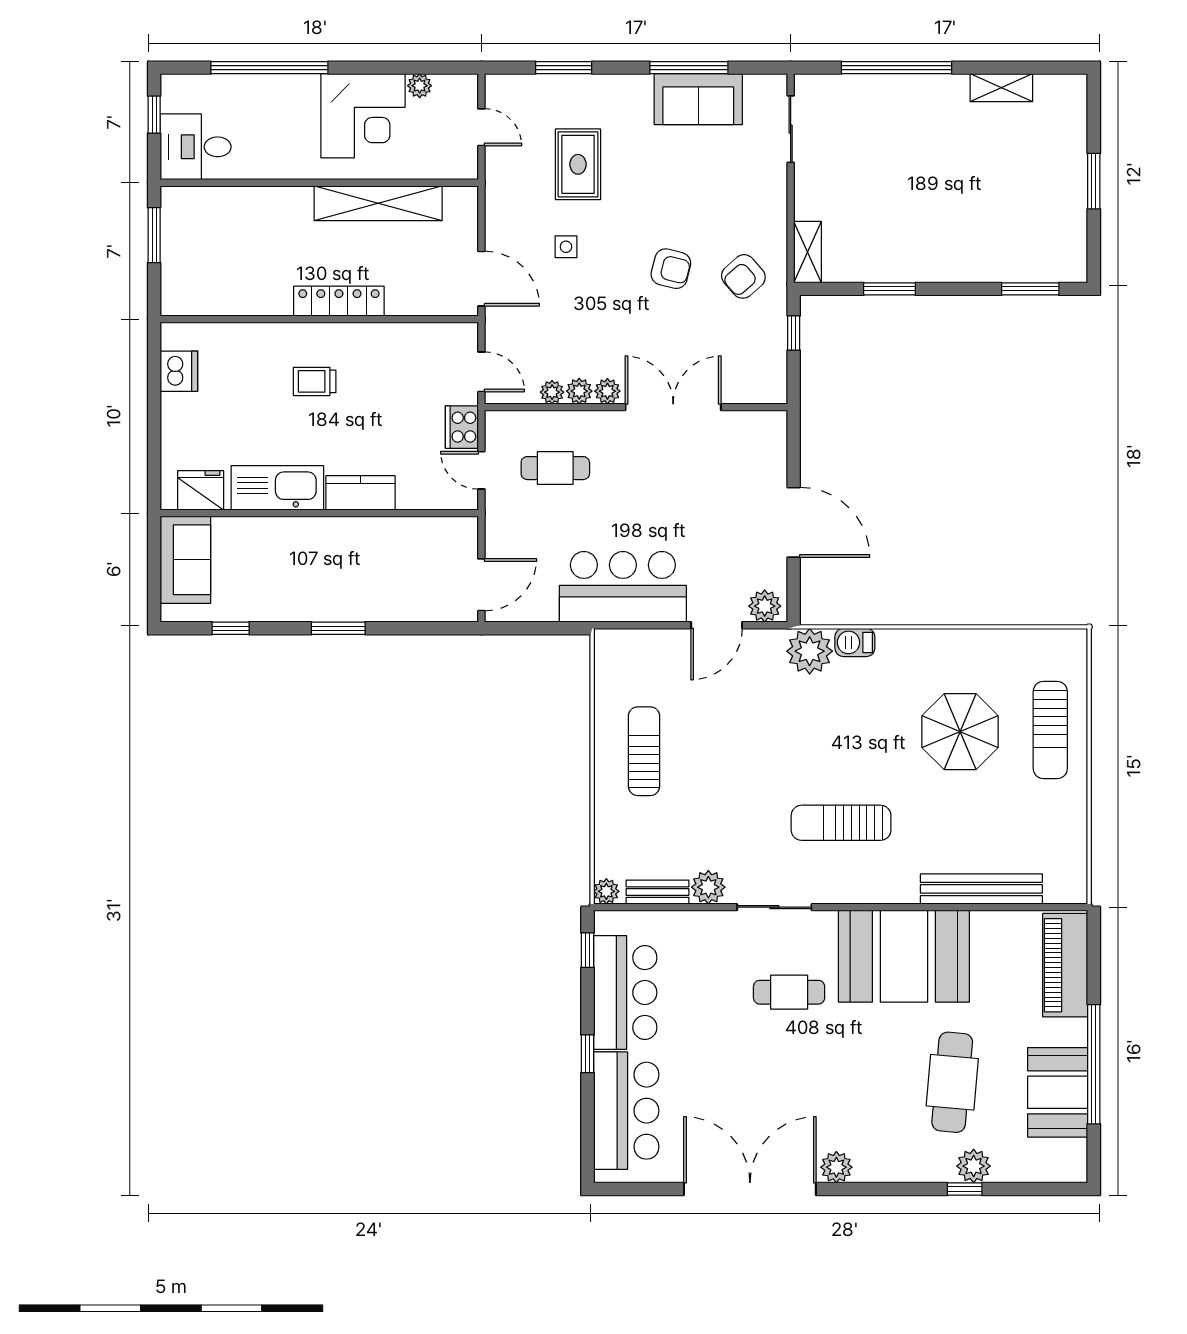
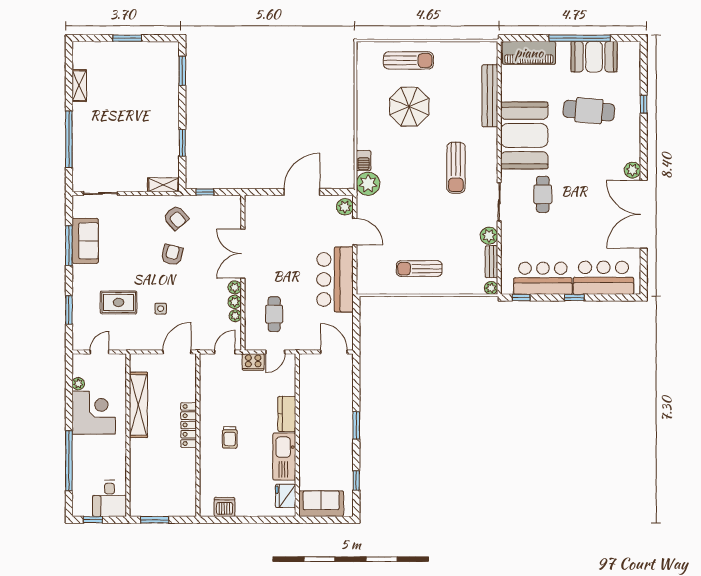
plant: (974, 1166) -> (632, 100), removed

